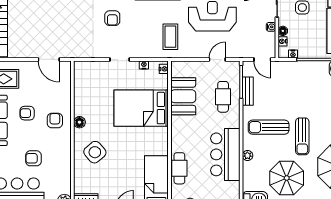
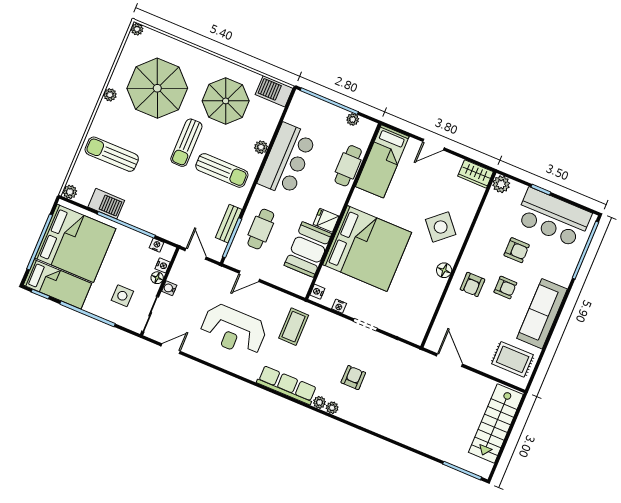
bed: (141, 108) -> (367, 249), width x1.36
armchair: (27, 113) -> (505, 287), moved
fridge: (179, 123) -> (326, 220), added
sun lounger: (302, 136) -> (186, 143), turned 180

